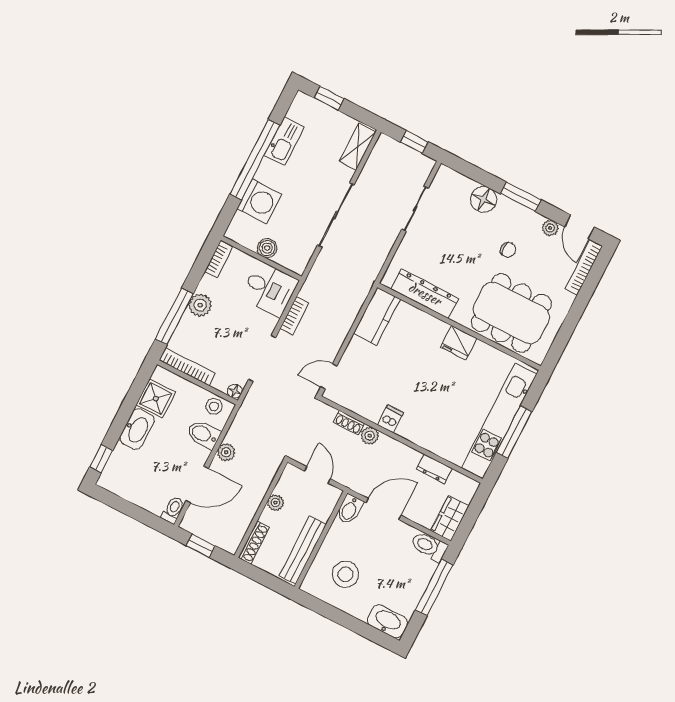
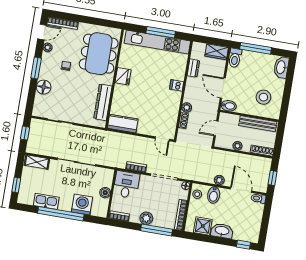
dishwasher: (390, 419) -> (177, 85), moved

